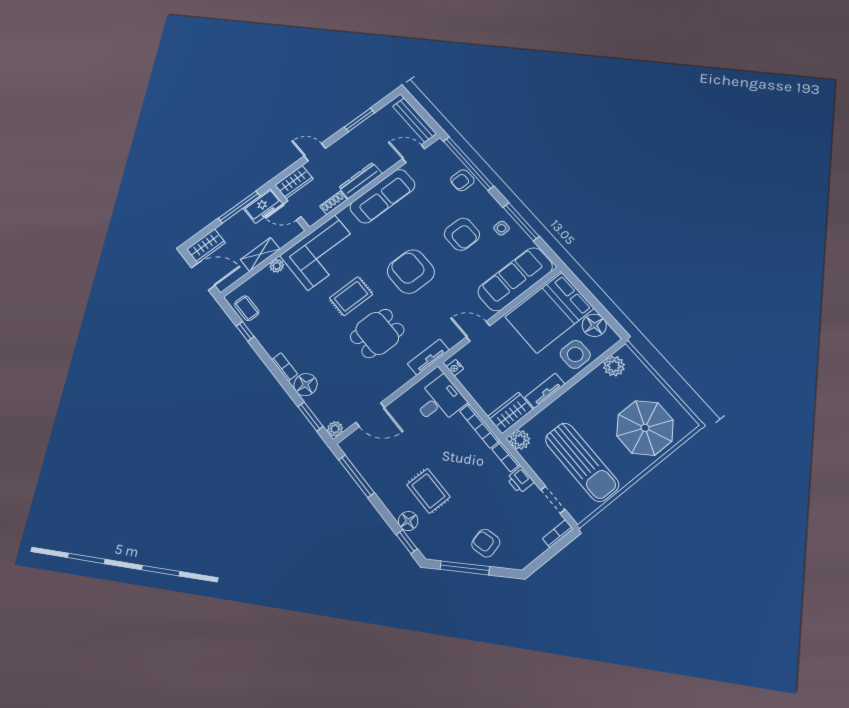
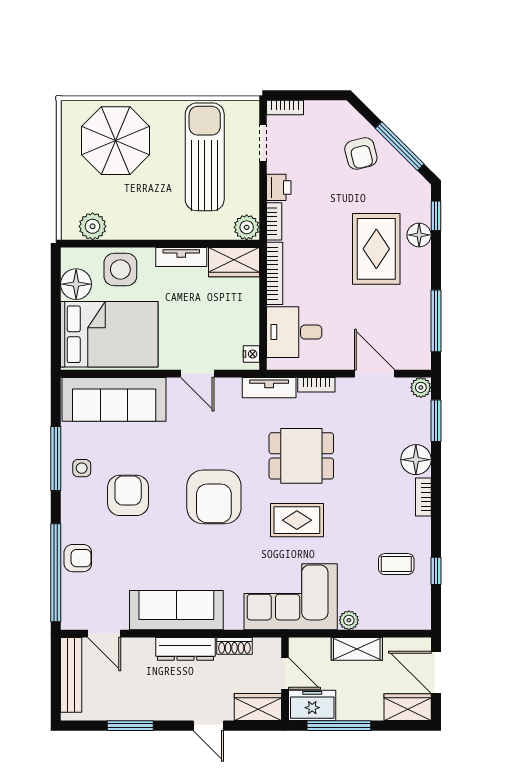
coffee table: (247, 308) -> (396, 564), moved, turned 90
bookcase: (401, 381) -> (316, 385), added
rug: (428, 491) -> (376, 249), width x1.36, depth x1.43

